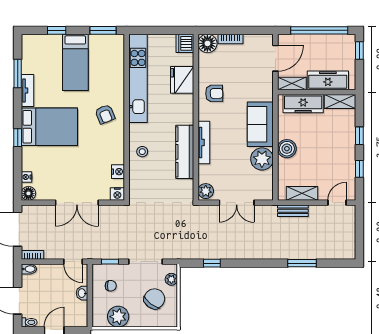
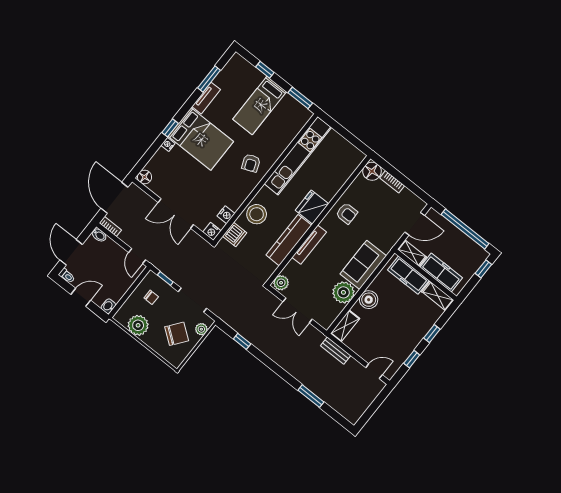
dishwasher: (185, 43) -> (235, 235), moved, turned 180
fridge: (182, 80) -> (312, 207), moved
stool: (142, 152) -> (257, 214), width x1.89, depth x1.89
nightstand: (26, 177) -> (168, 144), moved
shelving: (302, 193) -> (345, 326), moved, turned 90
washbasin: (82, 293) -> (108, 306), moved

